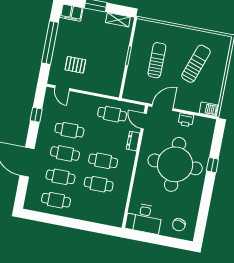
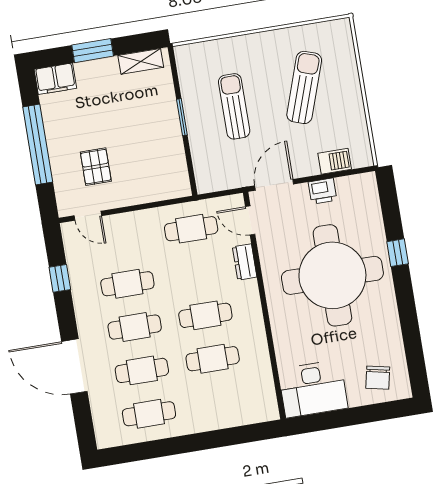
pallet: (75, 65) -> (96, 167), turned 90
barbecue: (208, 109) -> (335, 161), moved

